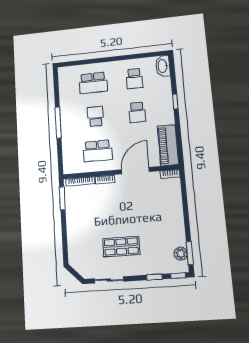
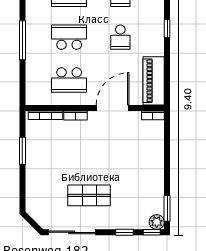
school desk: (95, 116) -> (69, 37), width x1.85
window: (62, 198) -> (22, 151), moved
plant: (181, 254) -> (157, 222), moved
sliding door: (109, 280) -> (72, 232), width x1.37

